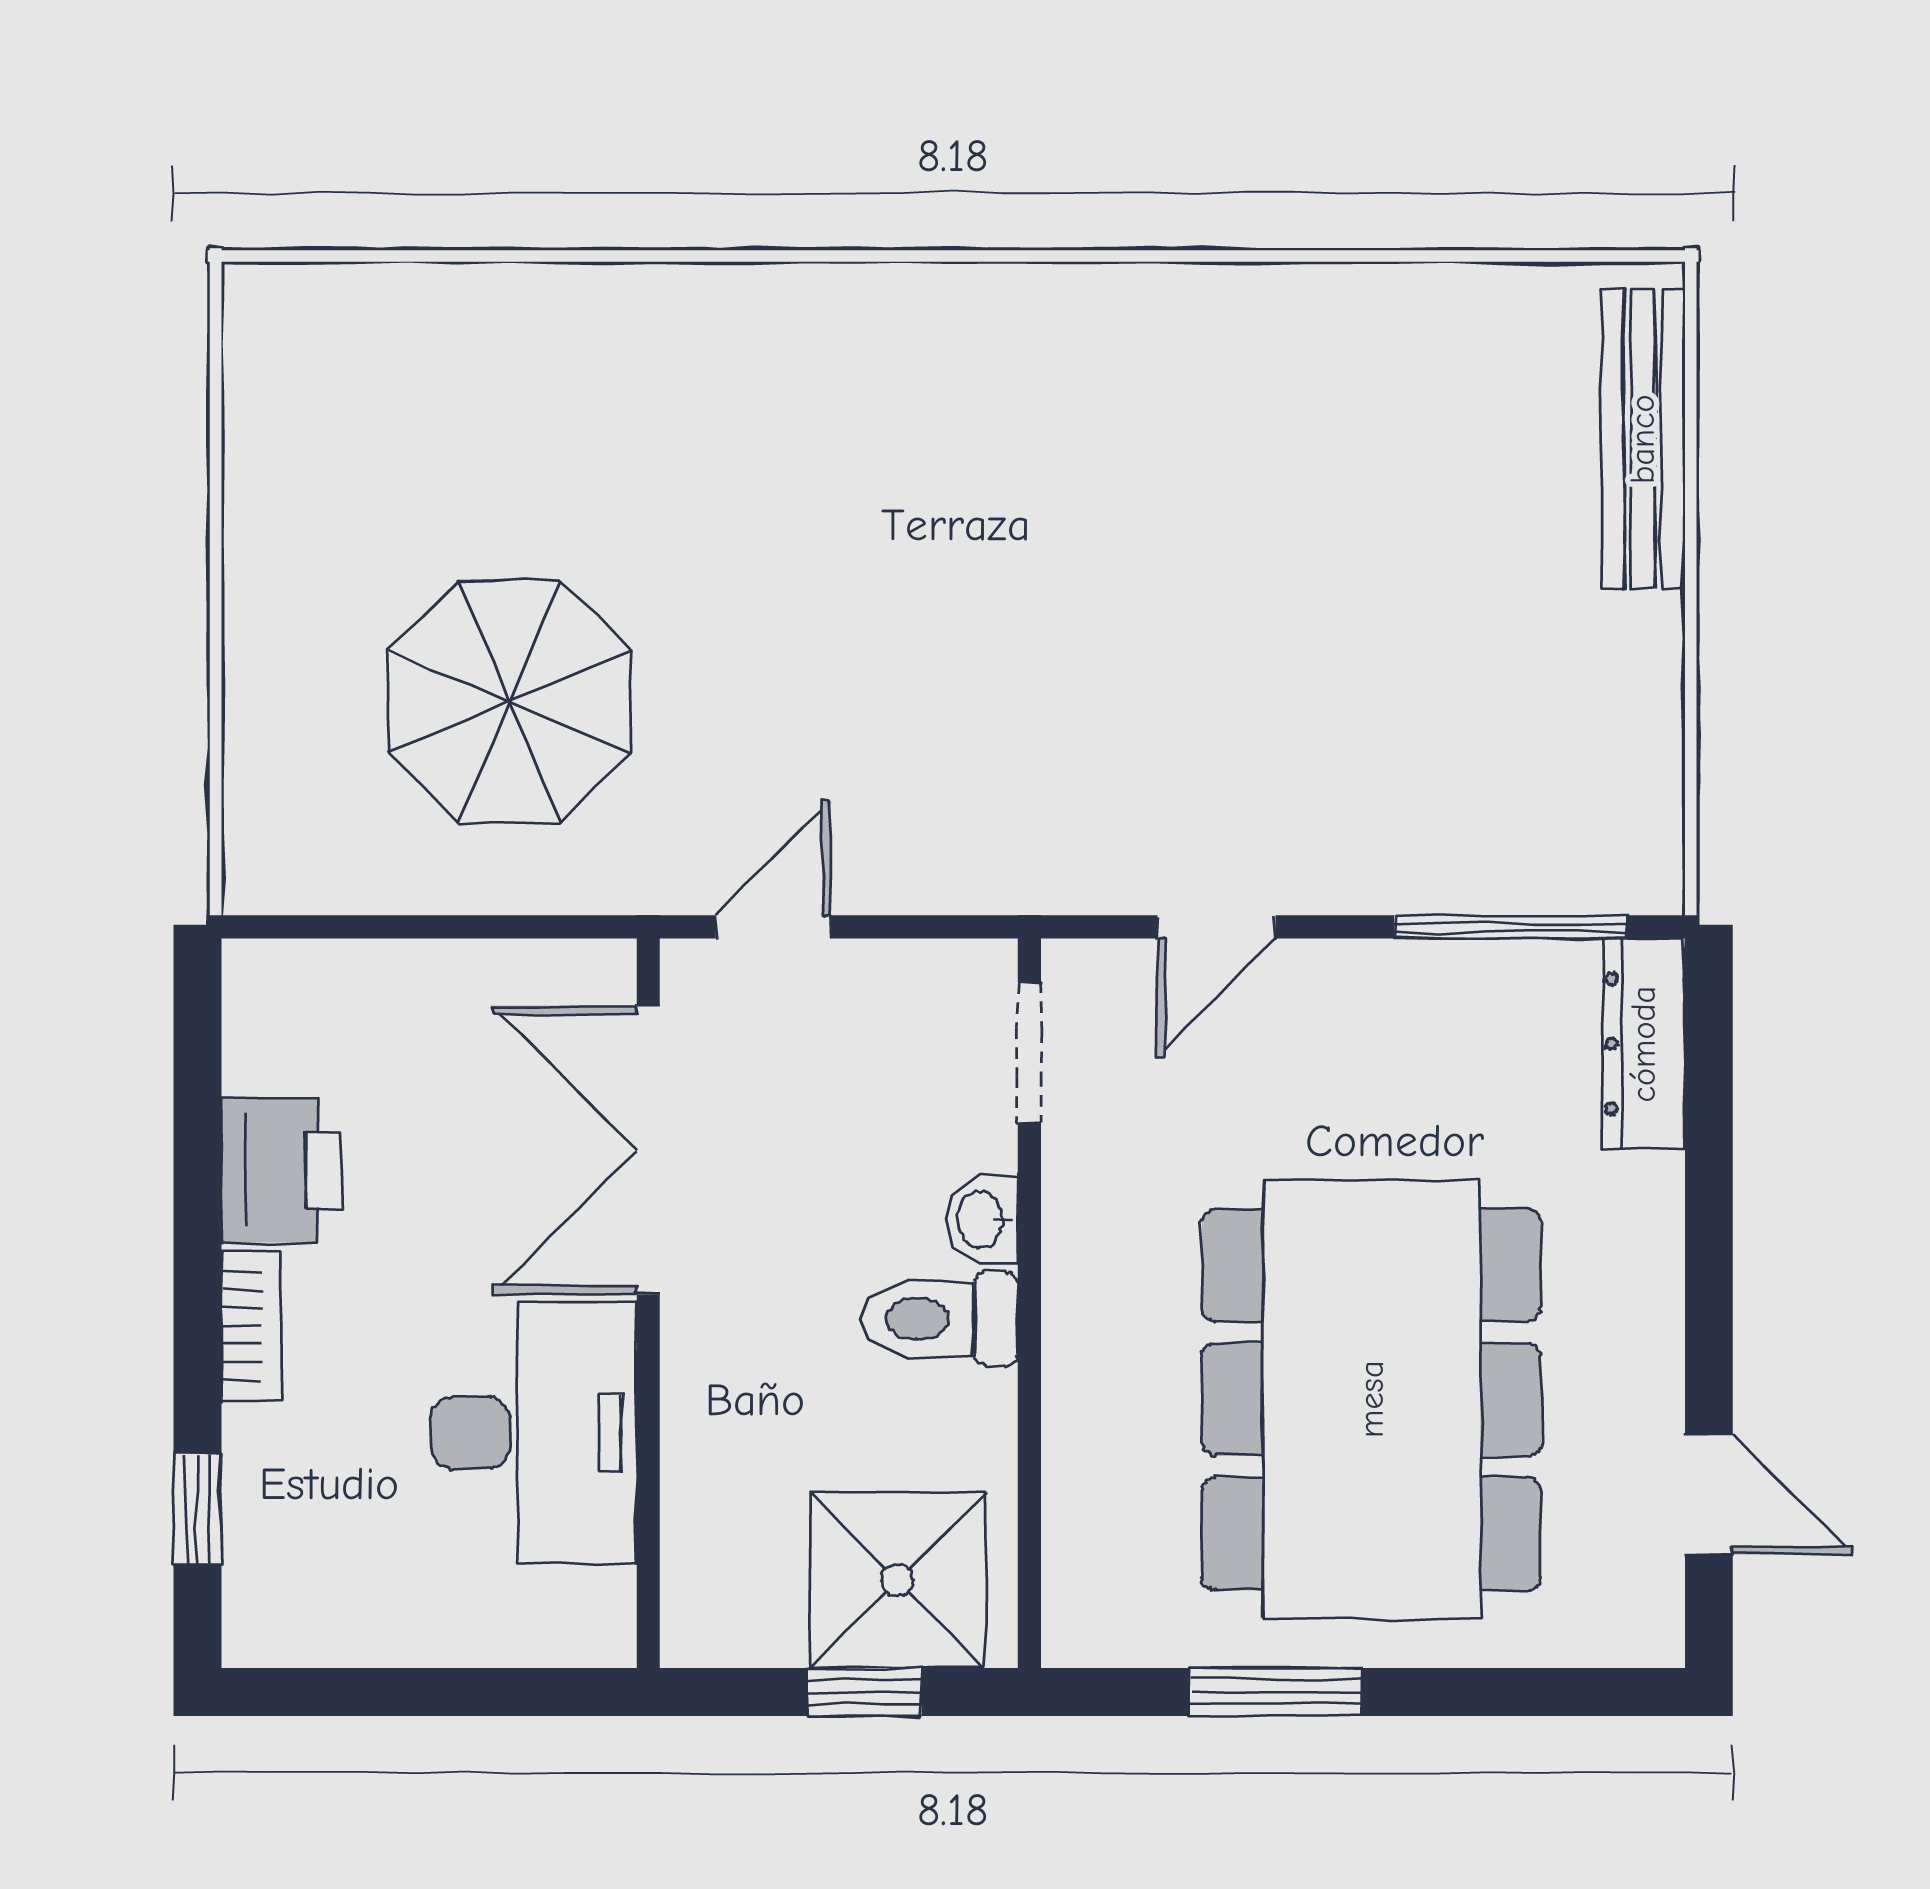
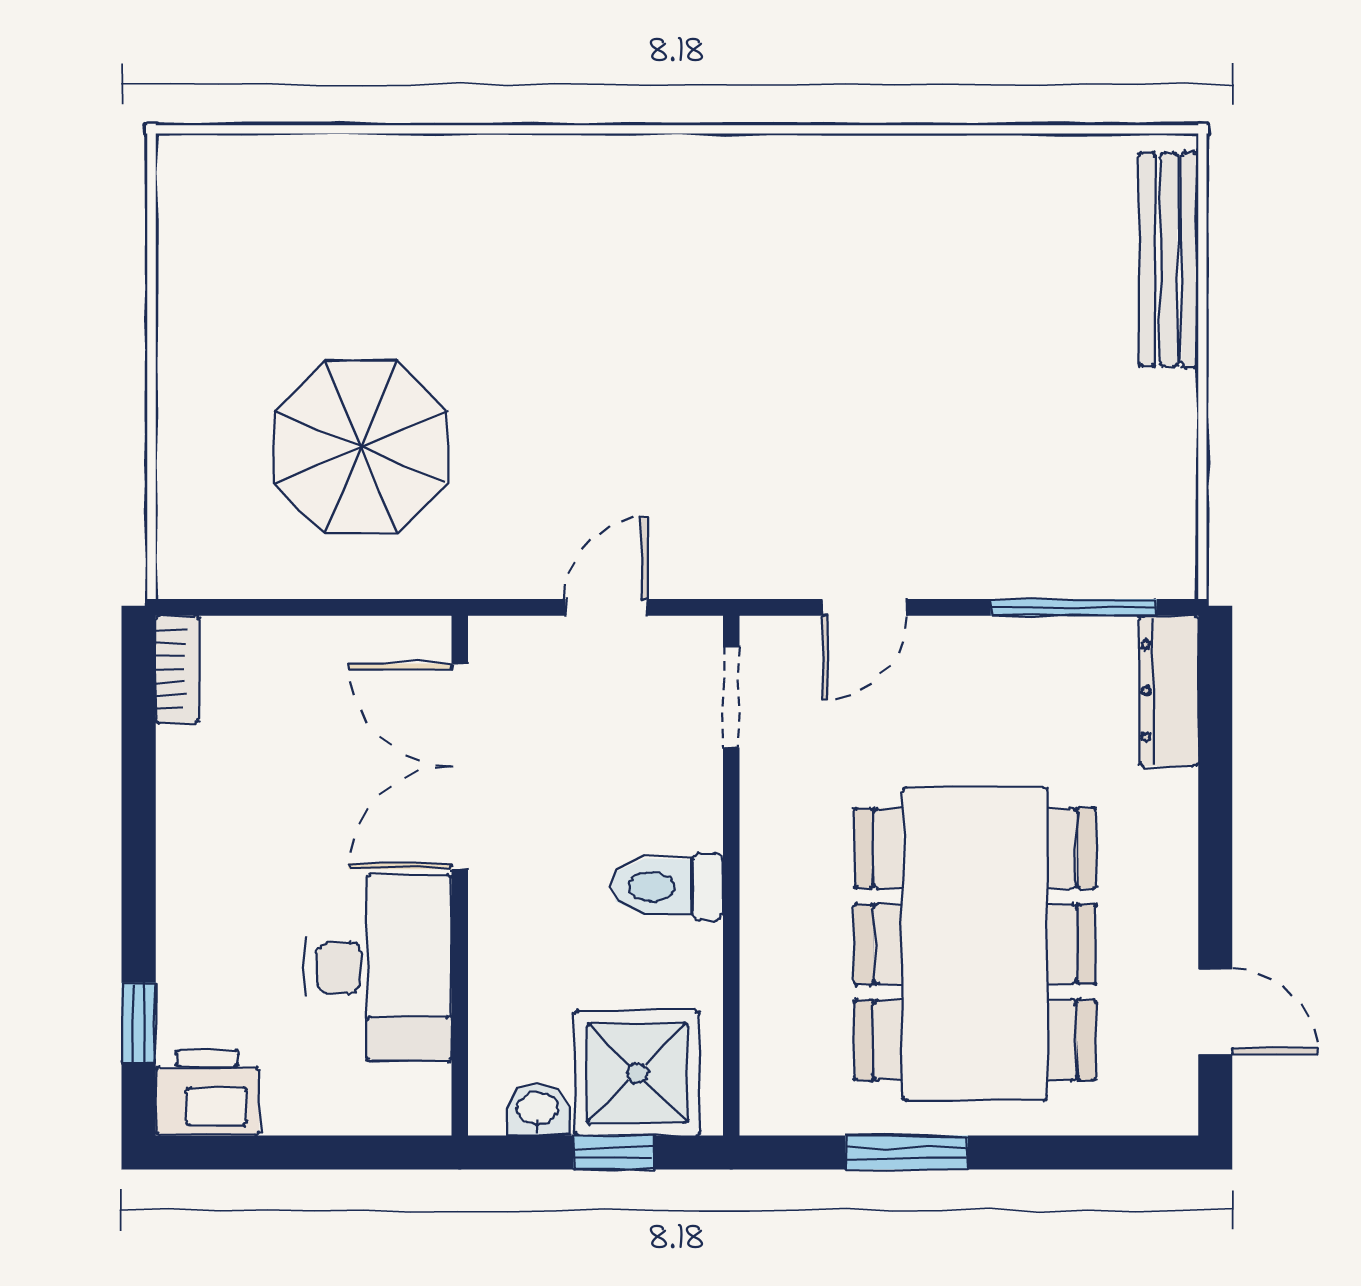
door: (773, 927) -> (606, 607), moved
printer: (281, 1170) -> (207, 1093), moved, turned -90
washbasin: (982, 1219) -> (538, 1110), moved, turned 90
bookcase: (252, 1326) -> (177, 669), moved

